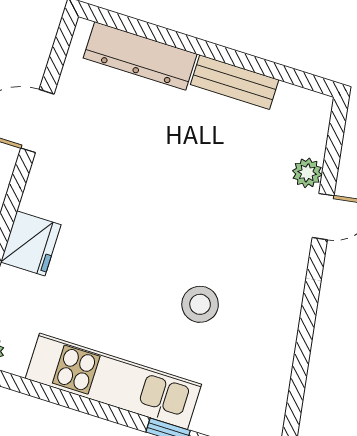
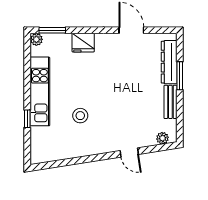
window: (180, 41) -> (180, 76), added
plant: (307, 173) -> (162, 138), moved

